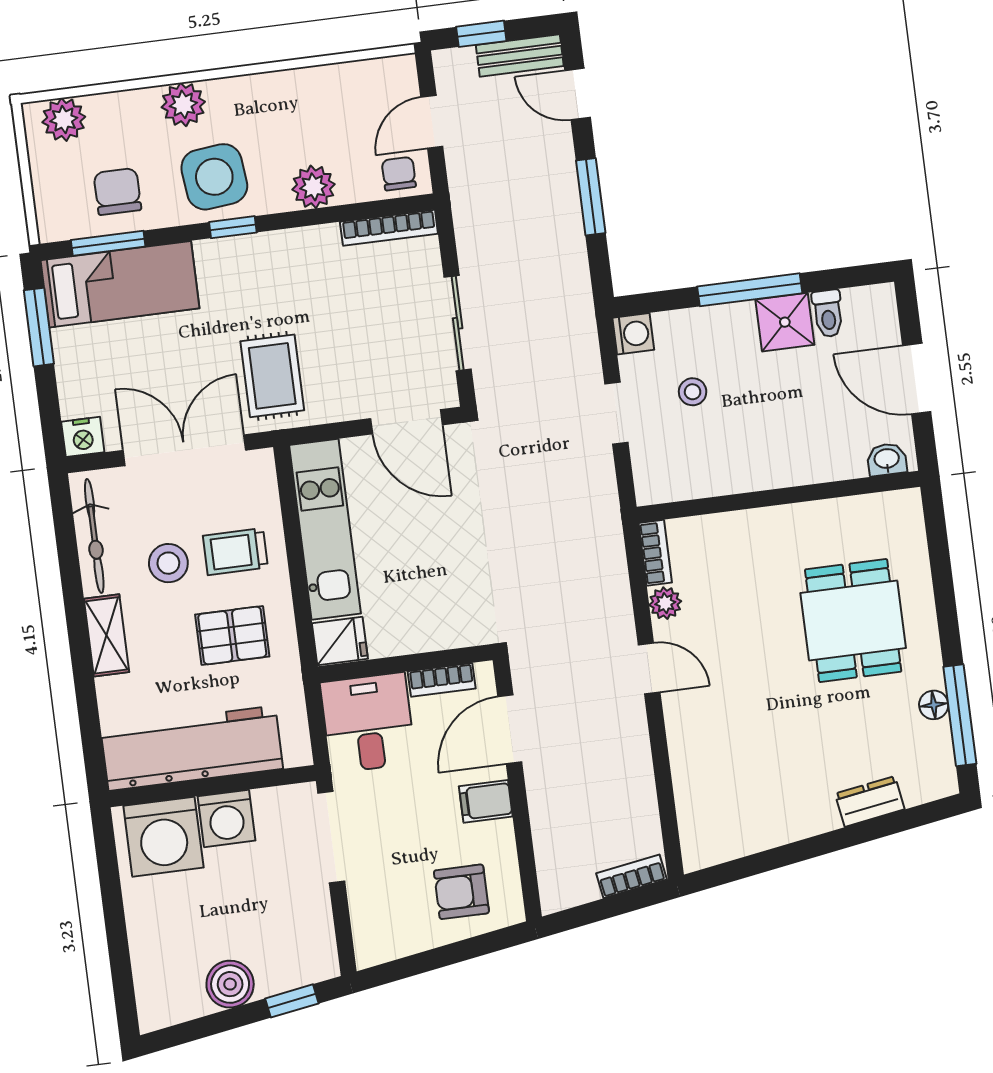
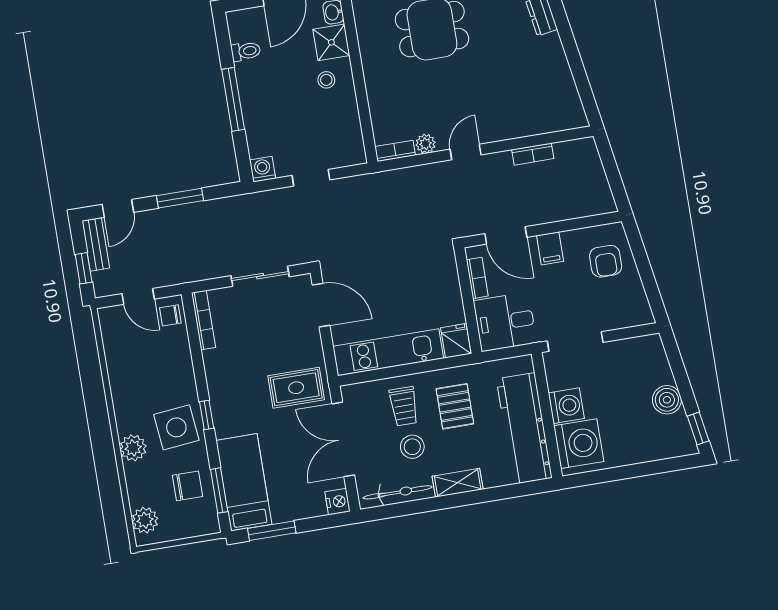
plant: (313, 187) -> (180, 367), removed
chair: (117, 191) -> (187, 486), turned 180
shower: (785, 322) -> (331, 42), moved
stool: (693, 392) -> (326, 80), moved
door: (406, 422) -> (321, 305), hinge flipped
bookcase: (631, 876) -> (533, 154), moved, turned -81
window: (292, 1001) -> (698, 428), moved

